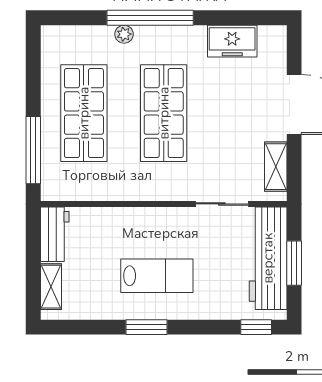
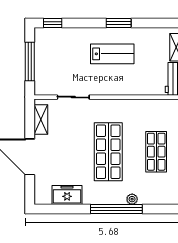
shop shelf: (84, 113) -> (156, 152), width x0.70, depth x0.74
workbench: (268, 258) -> (45, 64), removed
window: (294, 263) -> (30, 61), width x1.44
lab bench: (157, 276) -> (112, 54), turned 180

